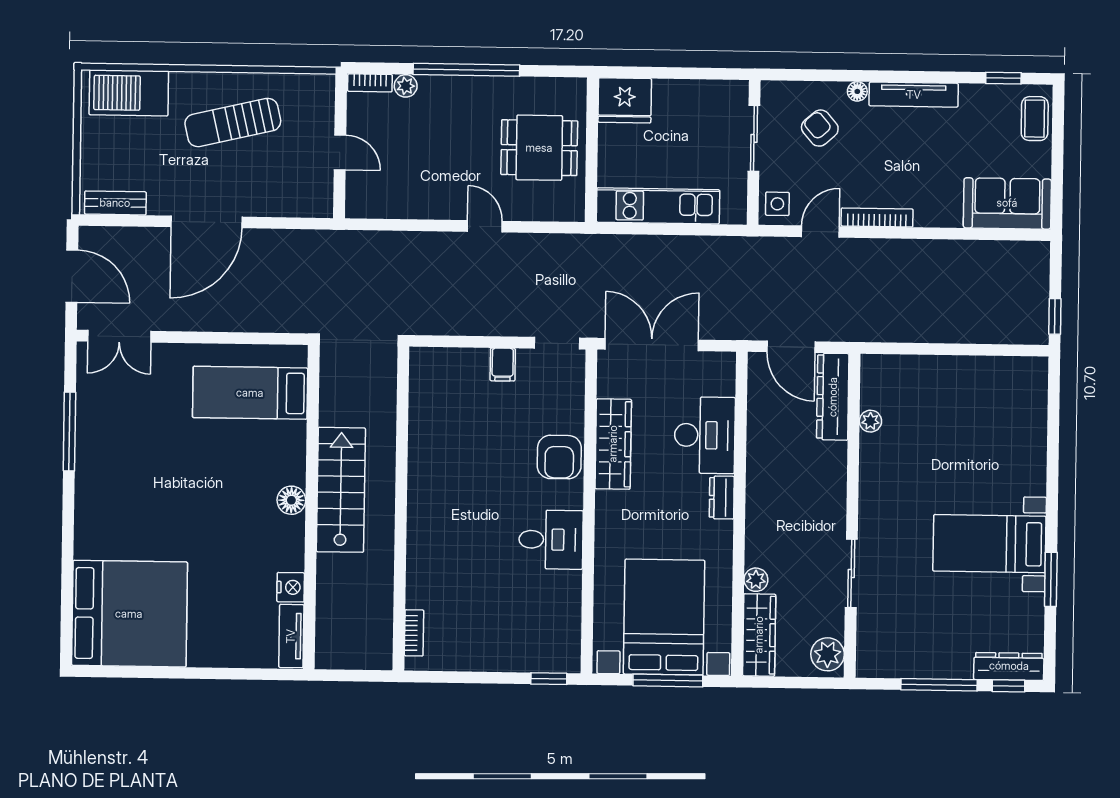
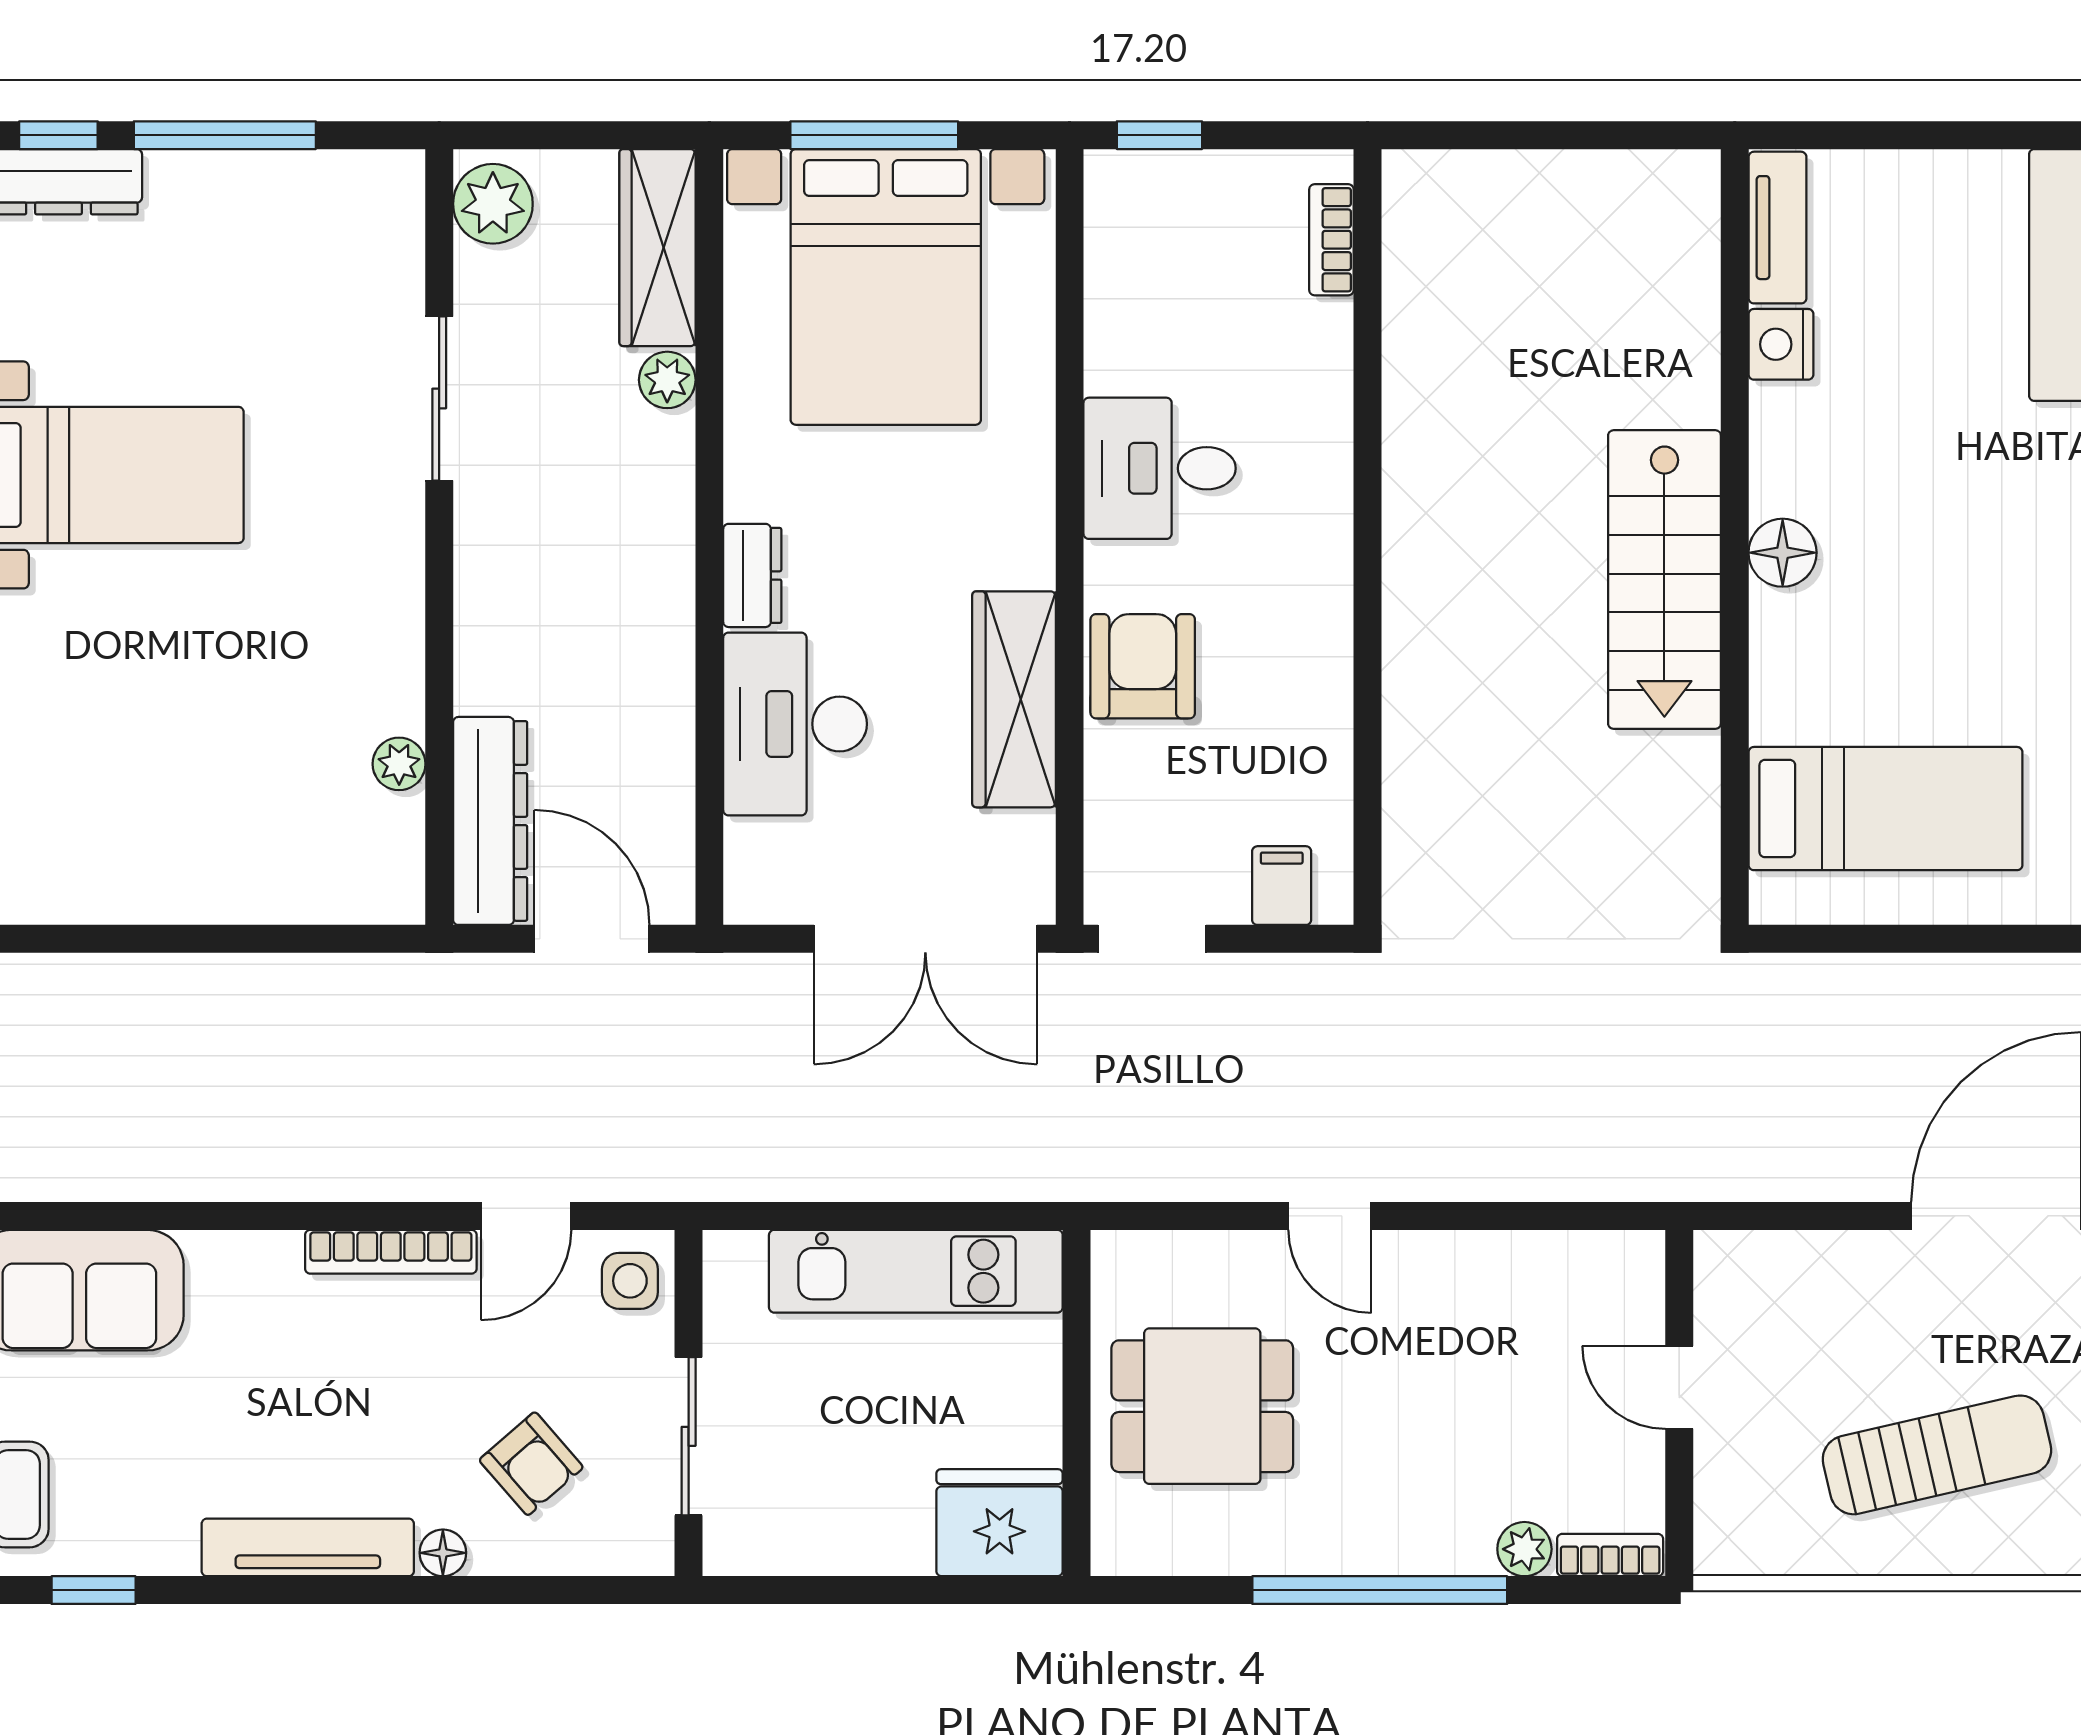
wall: (401, 508) -> (1367, 537), moved
bookcase: (414, 633) -> (1331, 240), moved

